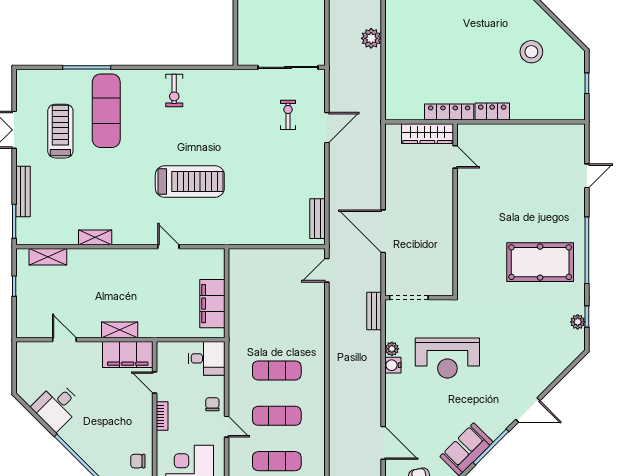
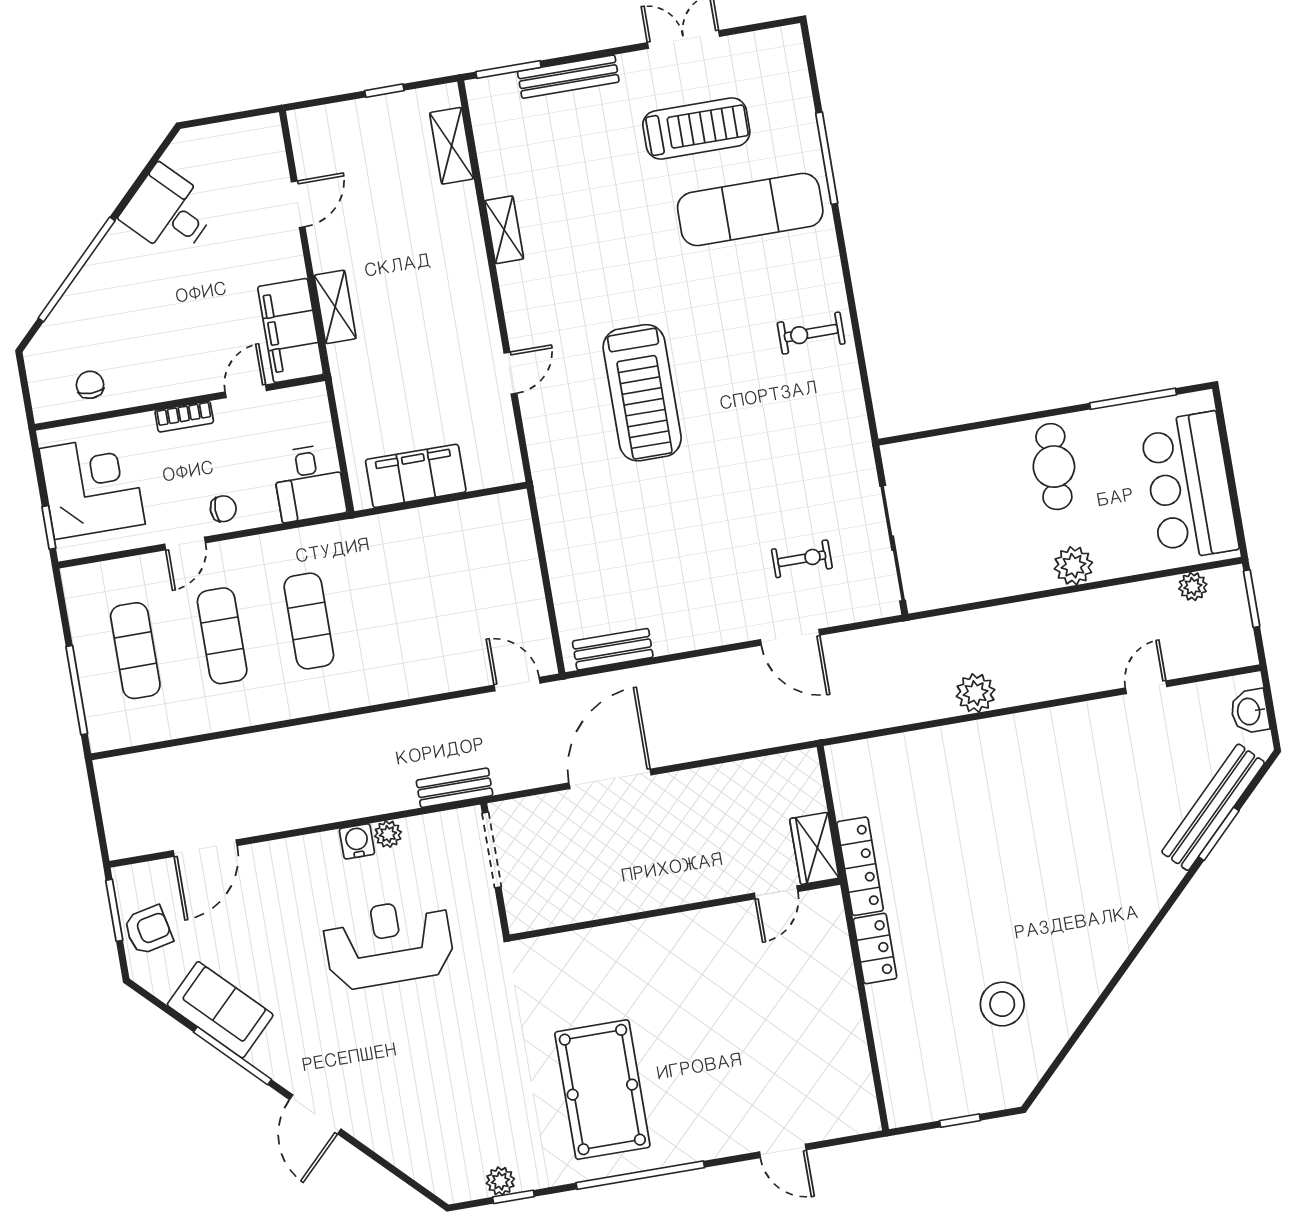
wardrobe: (427, 134) -> (814, 848), width x0.67
reception desk: (447, 358) -> (389, 943), turned 90

